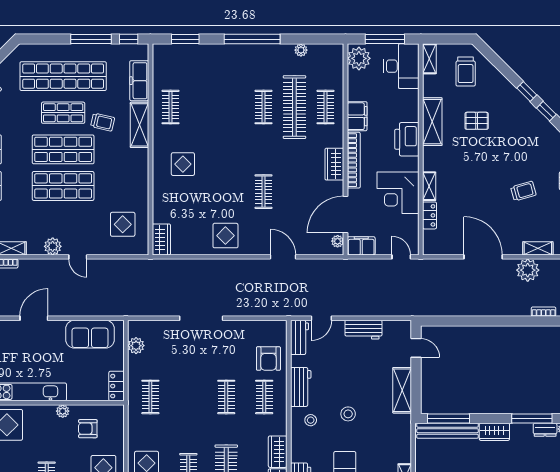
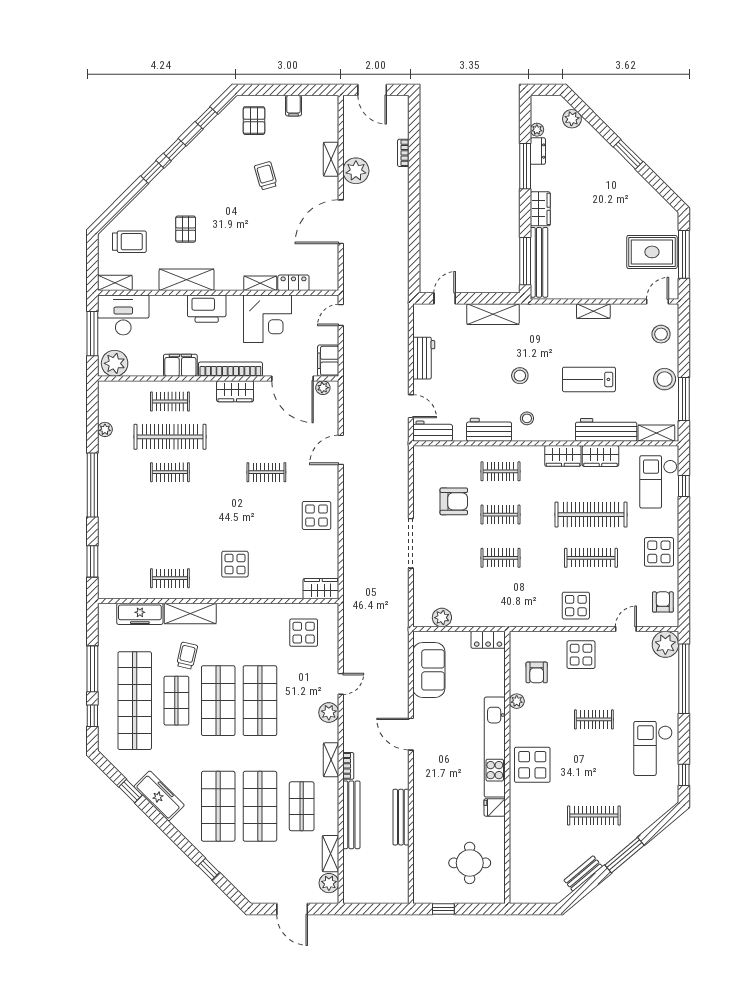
window: (129, 39) -> (92, 716), moved
armchair: (268, 359) -> (454, 501), moved
clothes rail: (150, 397) -> (500, 558), moved

